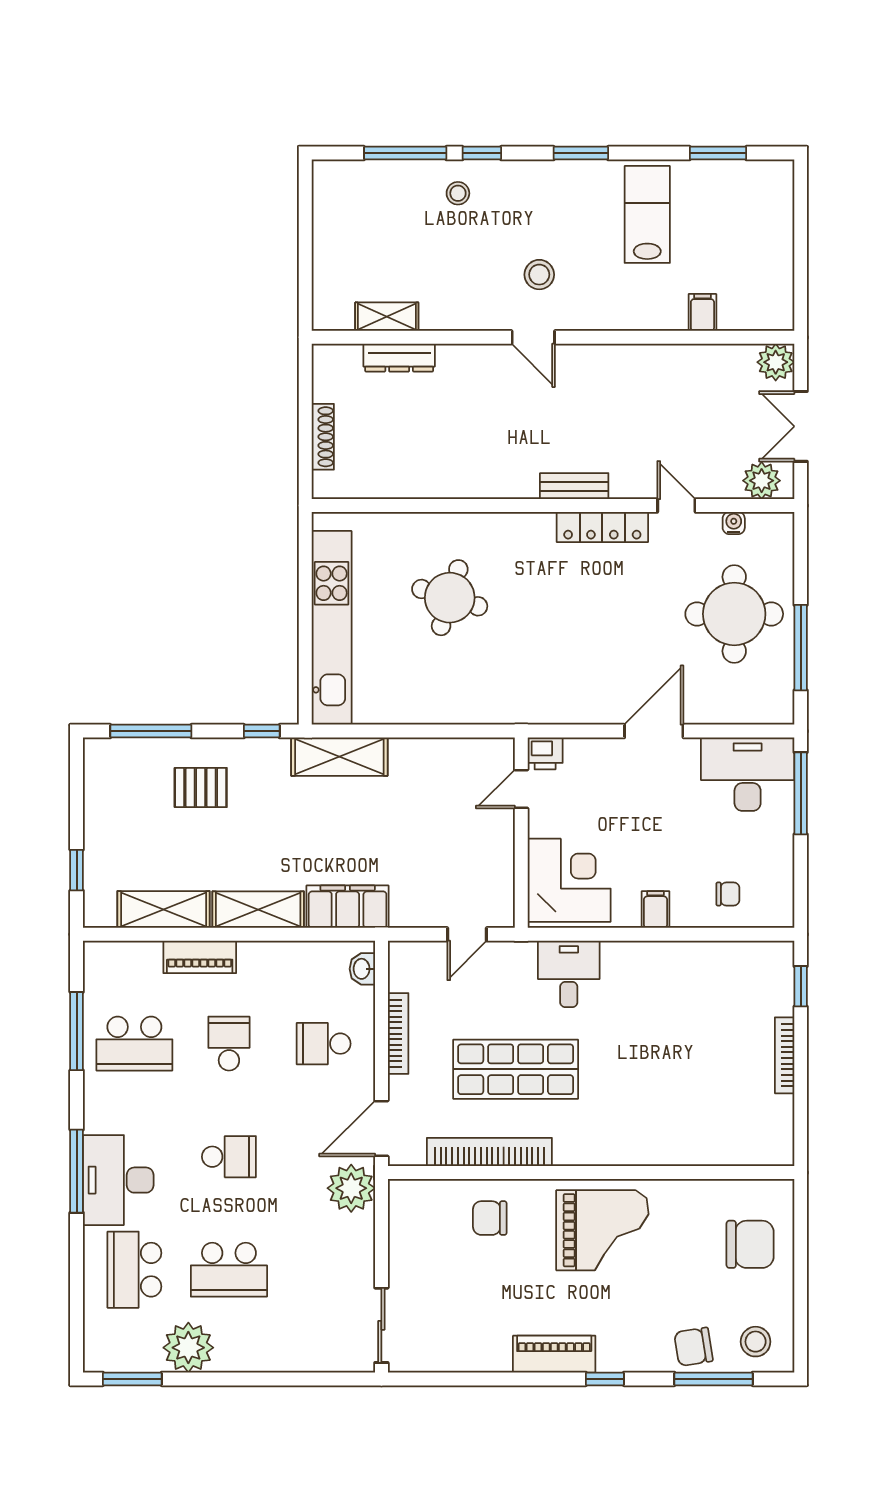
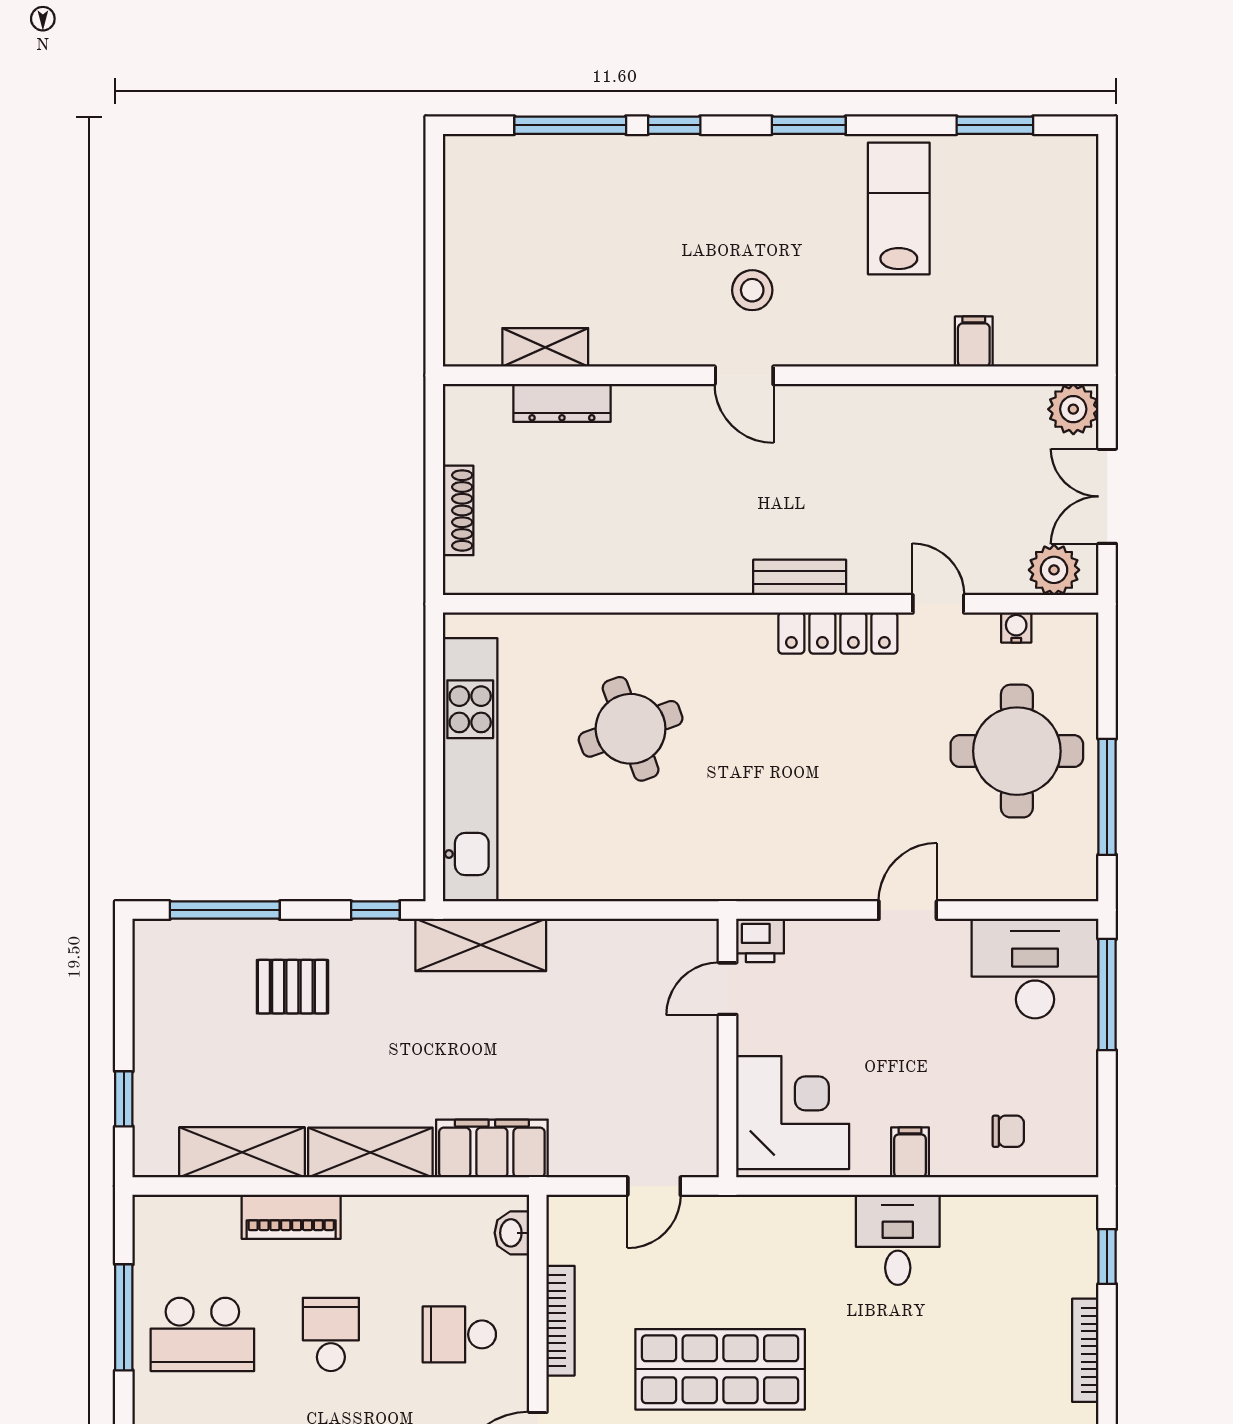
stool: (458, 193) -> (642, 180), removed
round table: (450, 598) -> (631, 729), turned -37
door: (654, 731) -> (908, 910), width x0.73
desk: (569, 974) -> (898, 1240), moved

